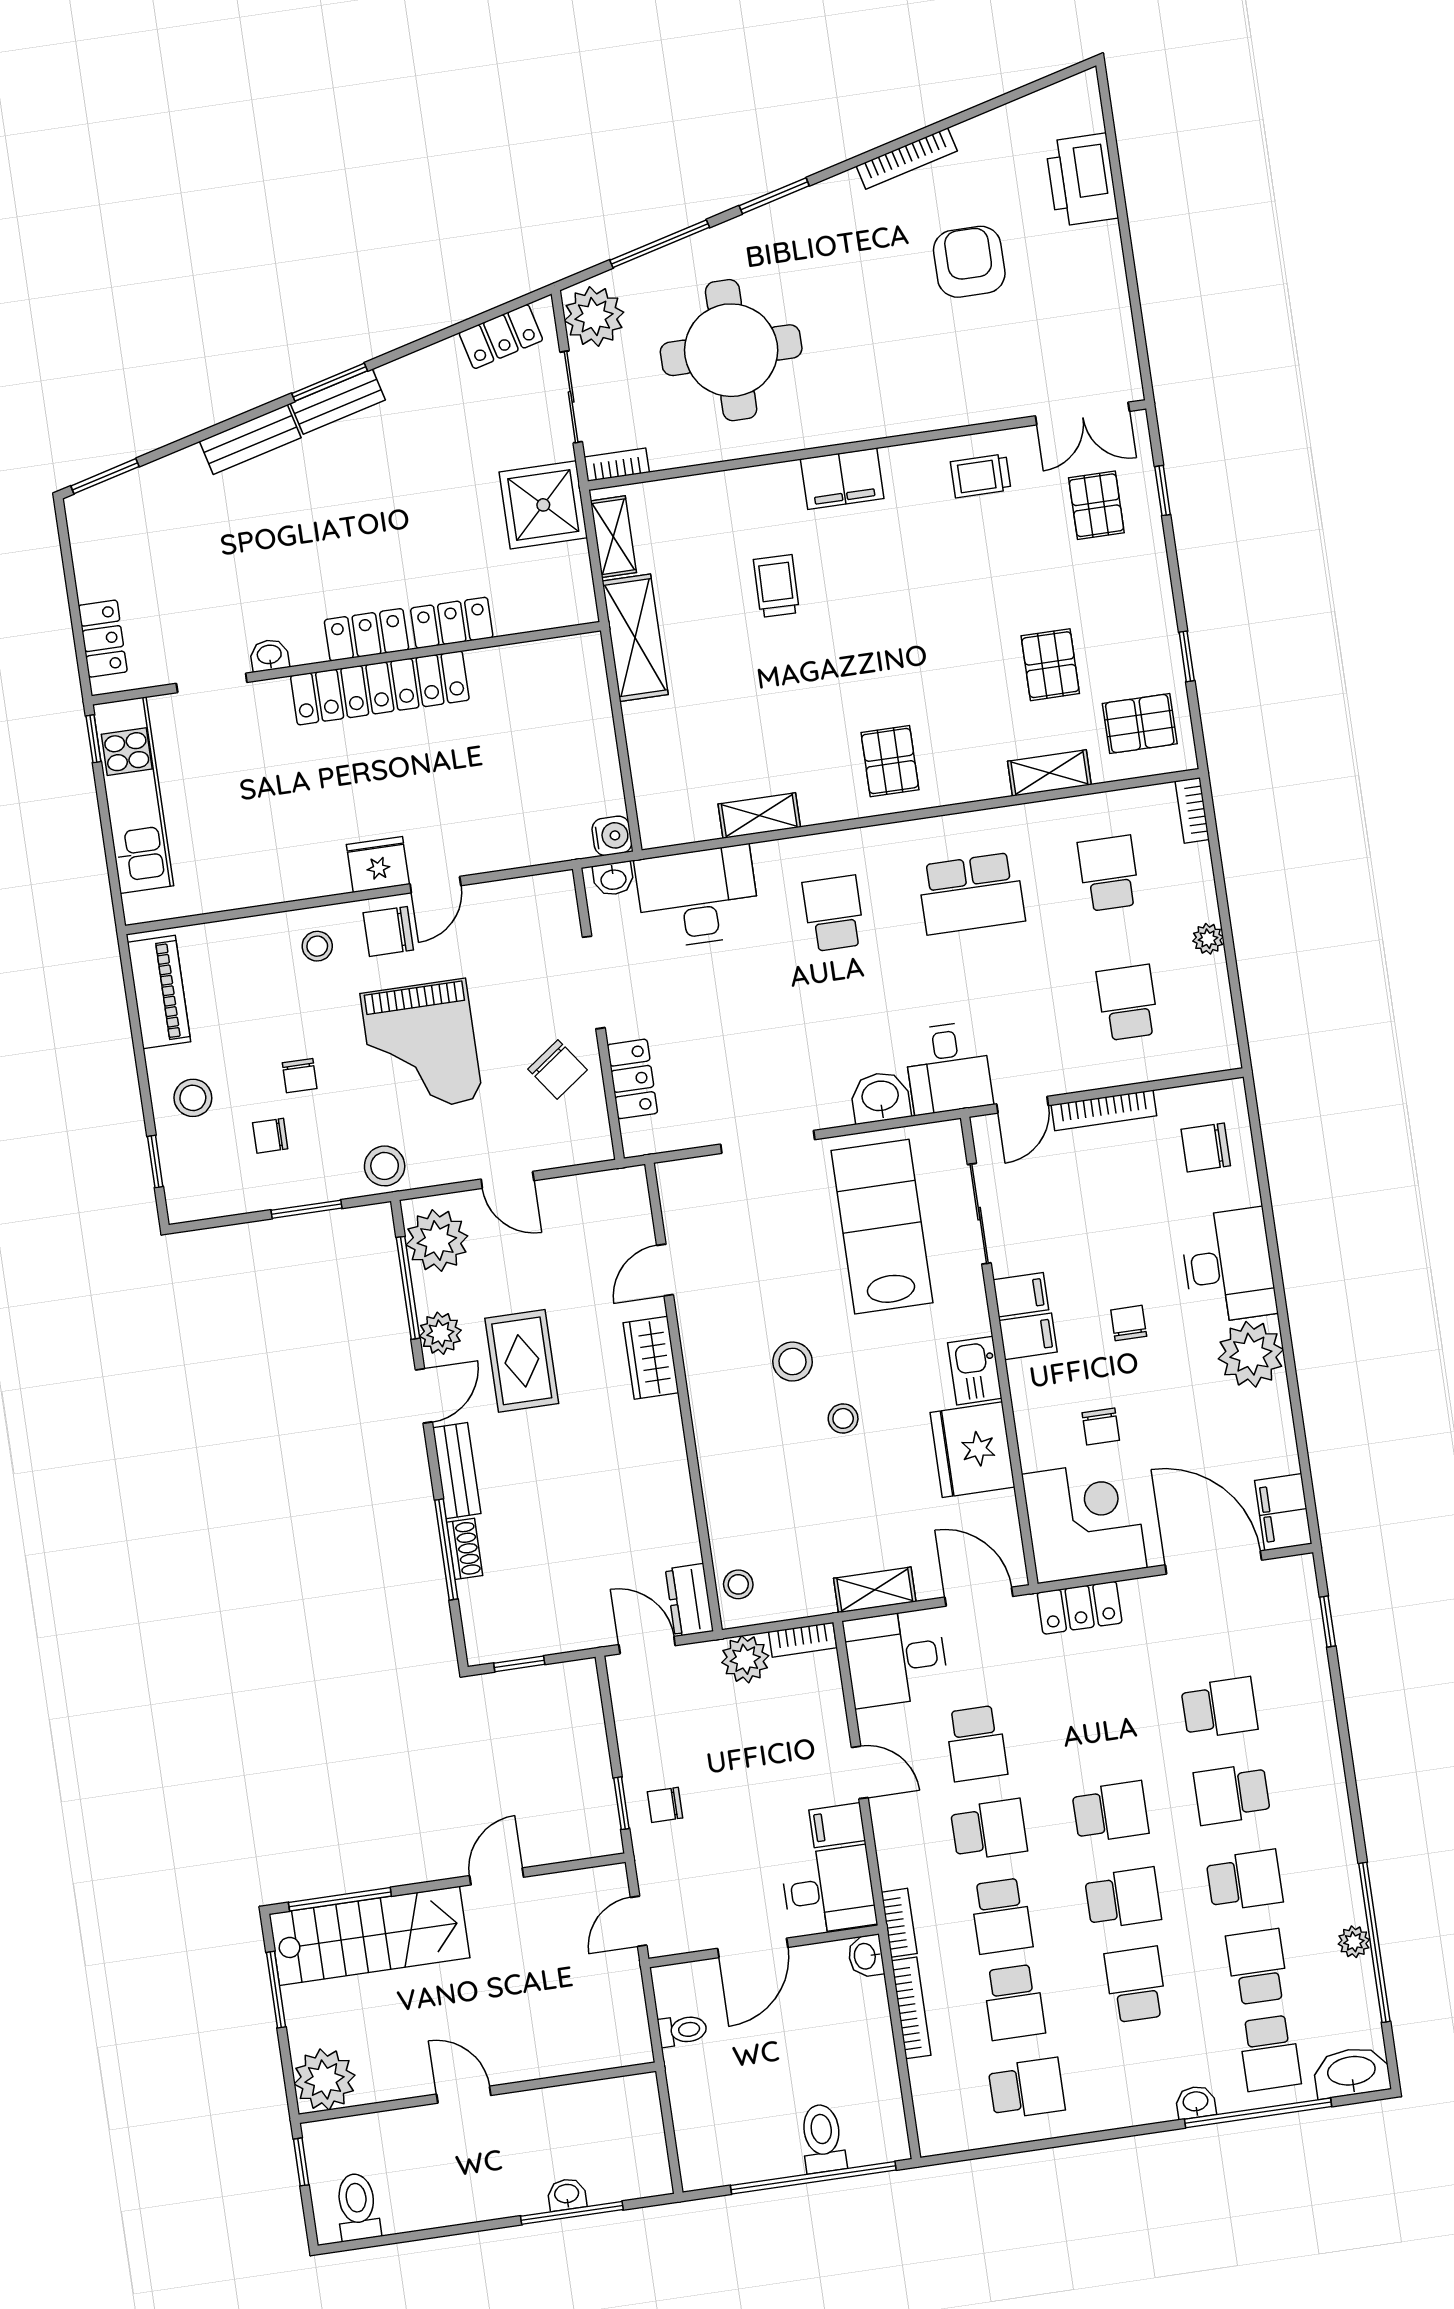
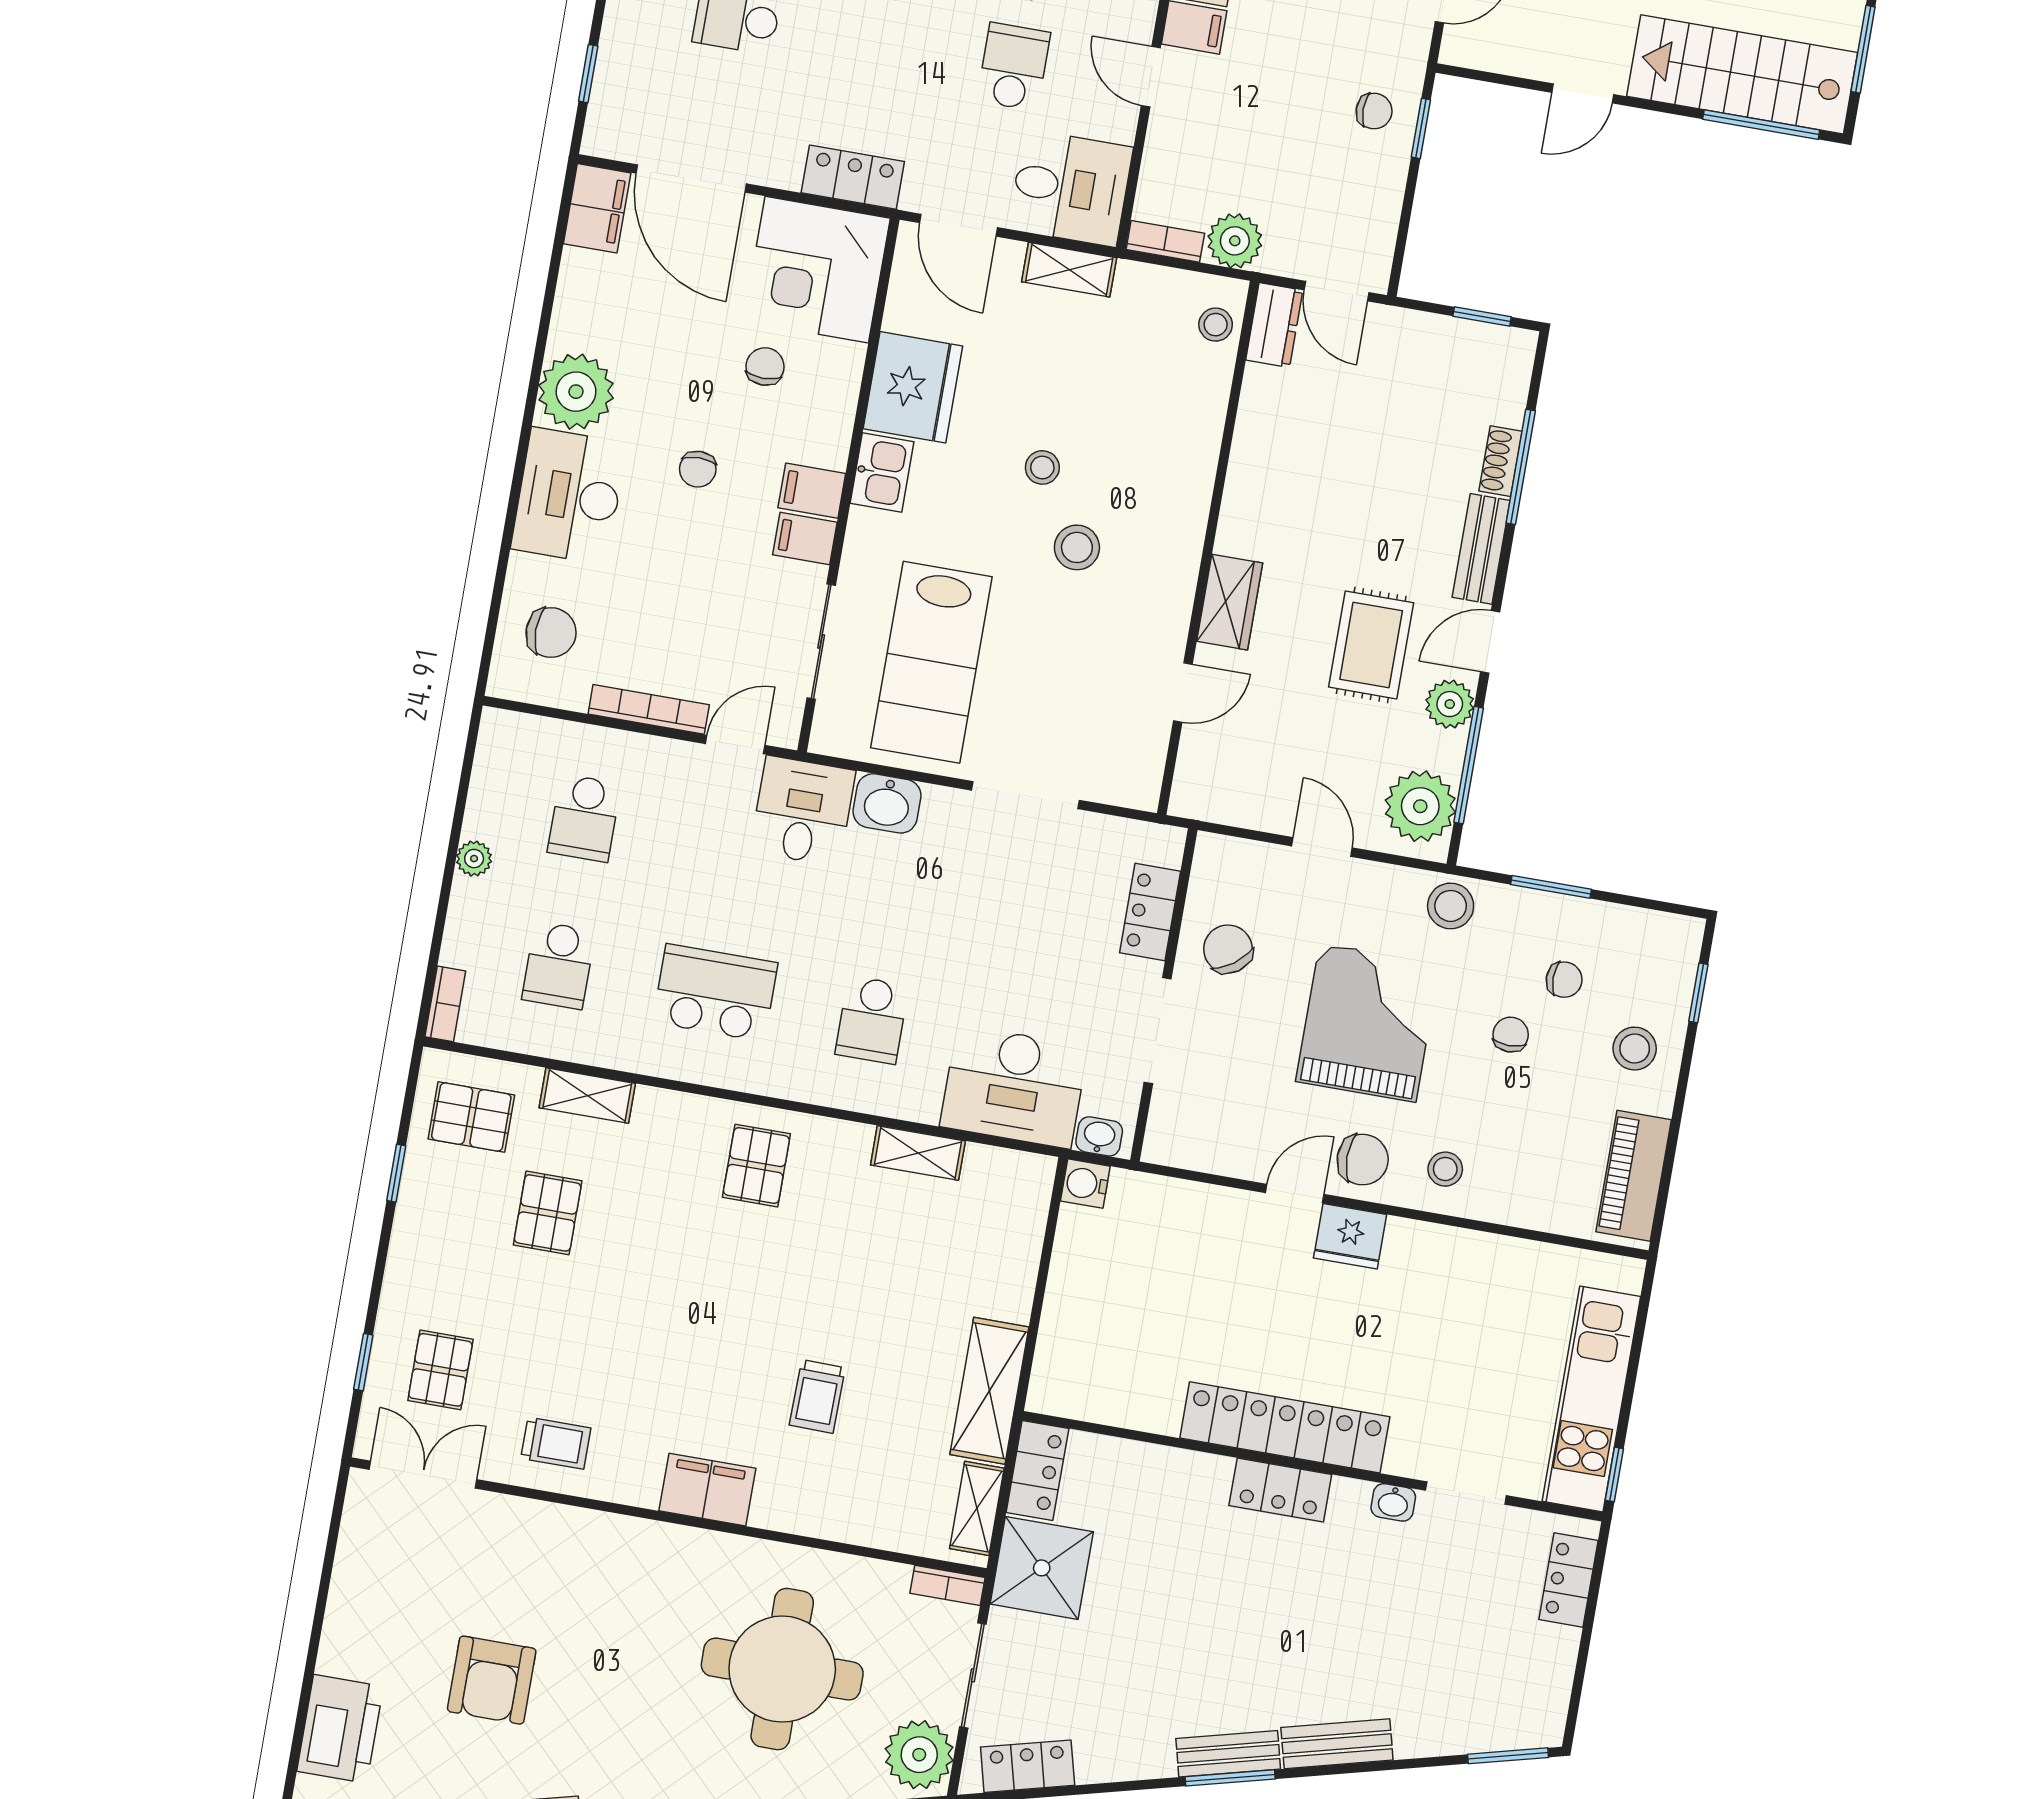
locker: (452, 623) -> (1037, 1471), moved, turned -90

